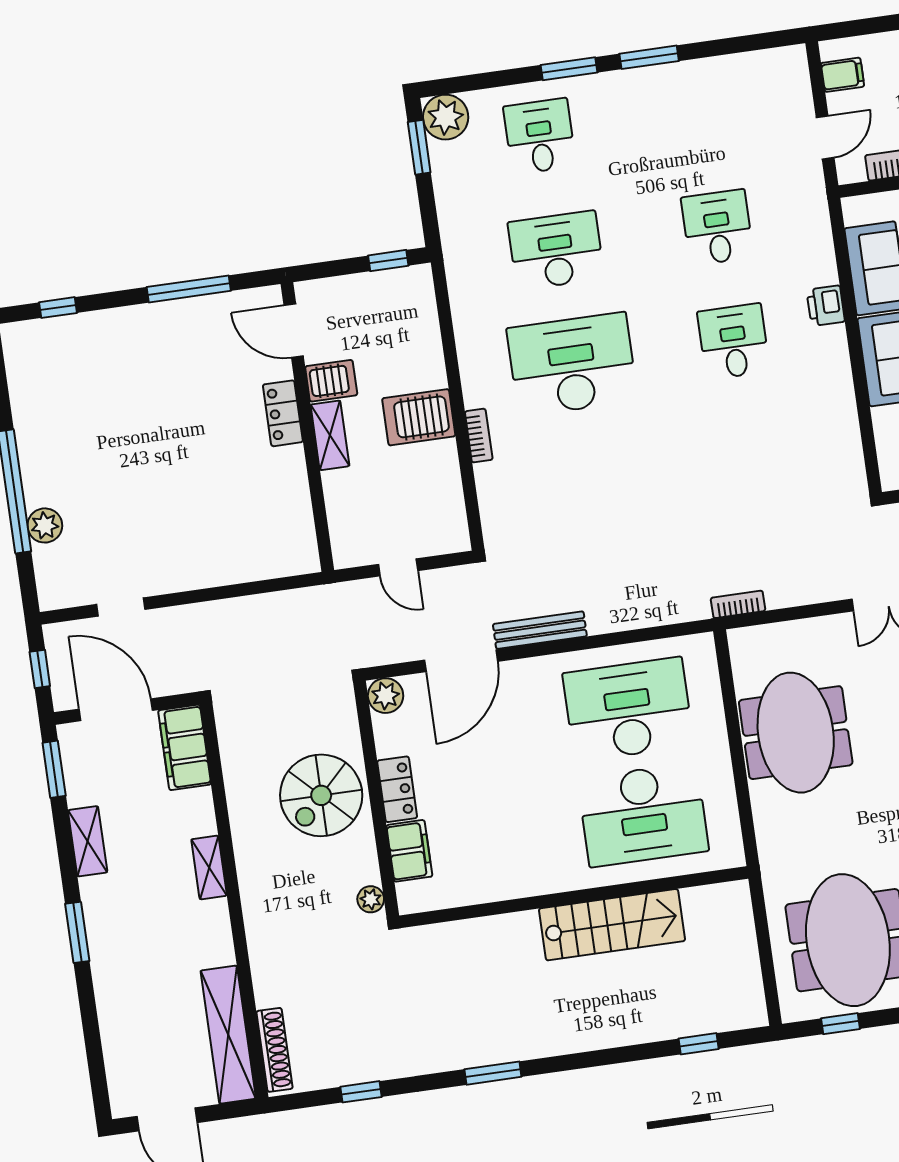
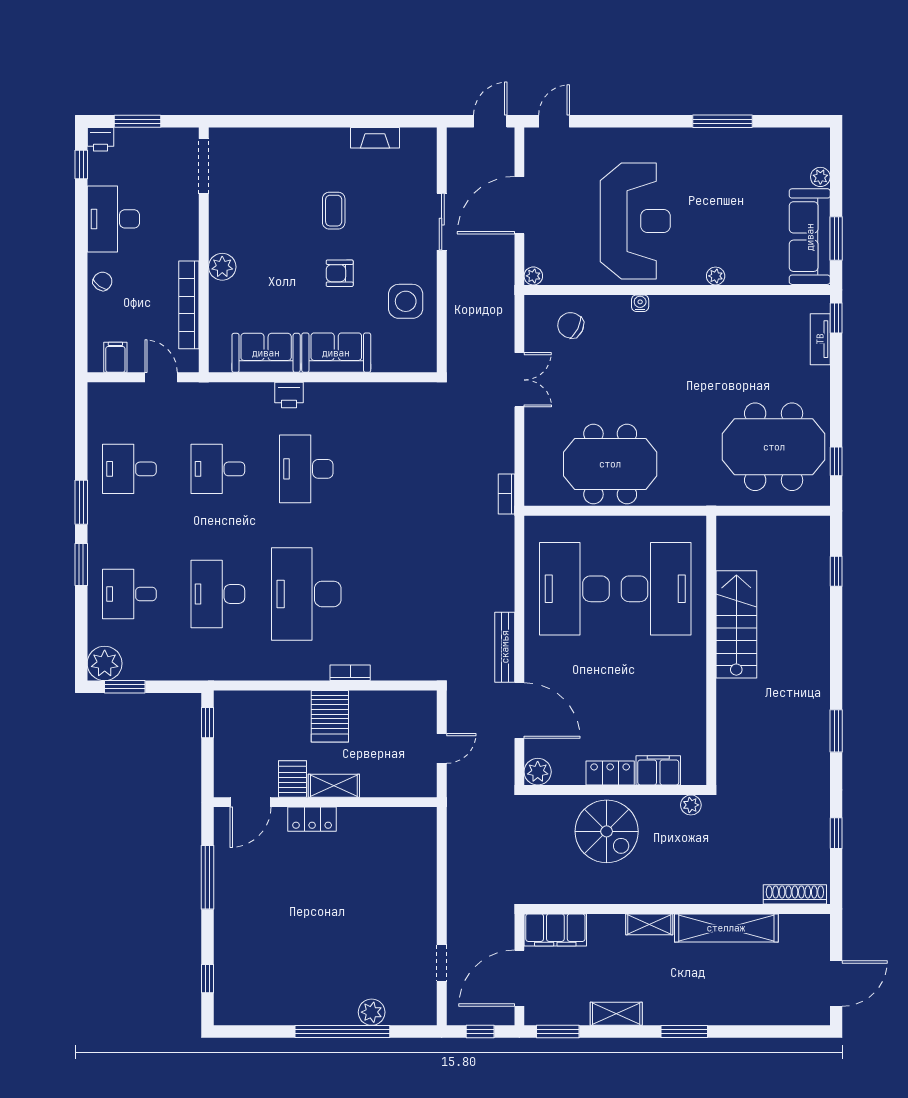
desk: (701, 113) -> (129, 469), added
desk: (734, 342) -> (306, 469), width x1.37
shelving: (228, 1035) -> (726, 928), moved

